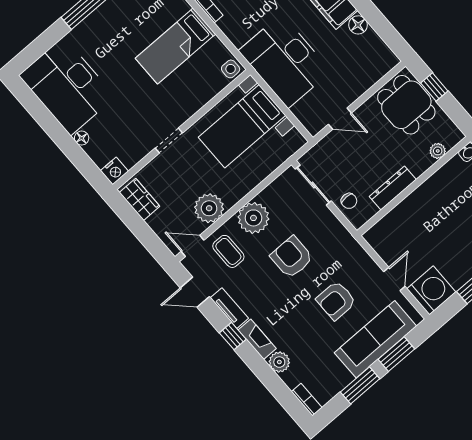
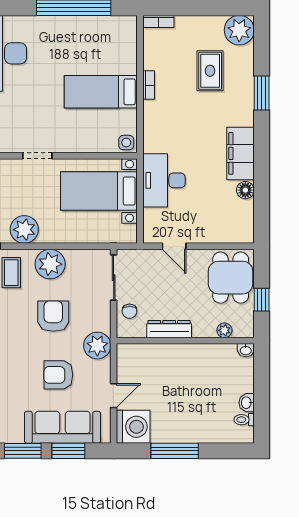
desk: (285, 61) -> (164, 180), width x0.73, depth x0.77
window: (434, 87) -> (262, 300), moved
plant: (347, 250) -> (97, 346), added

